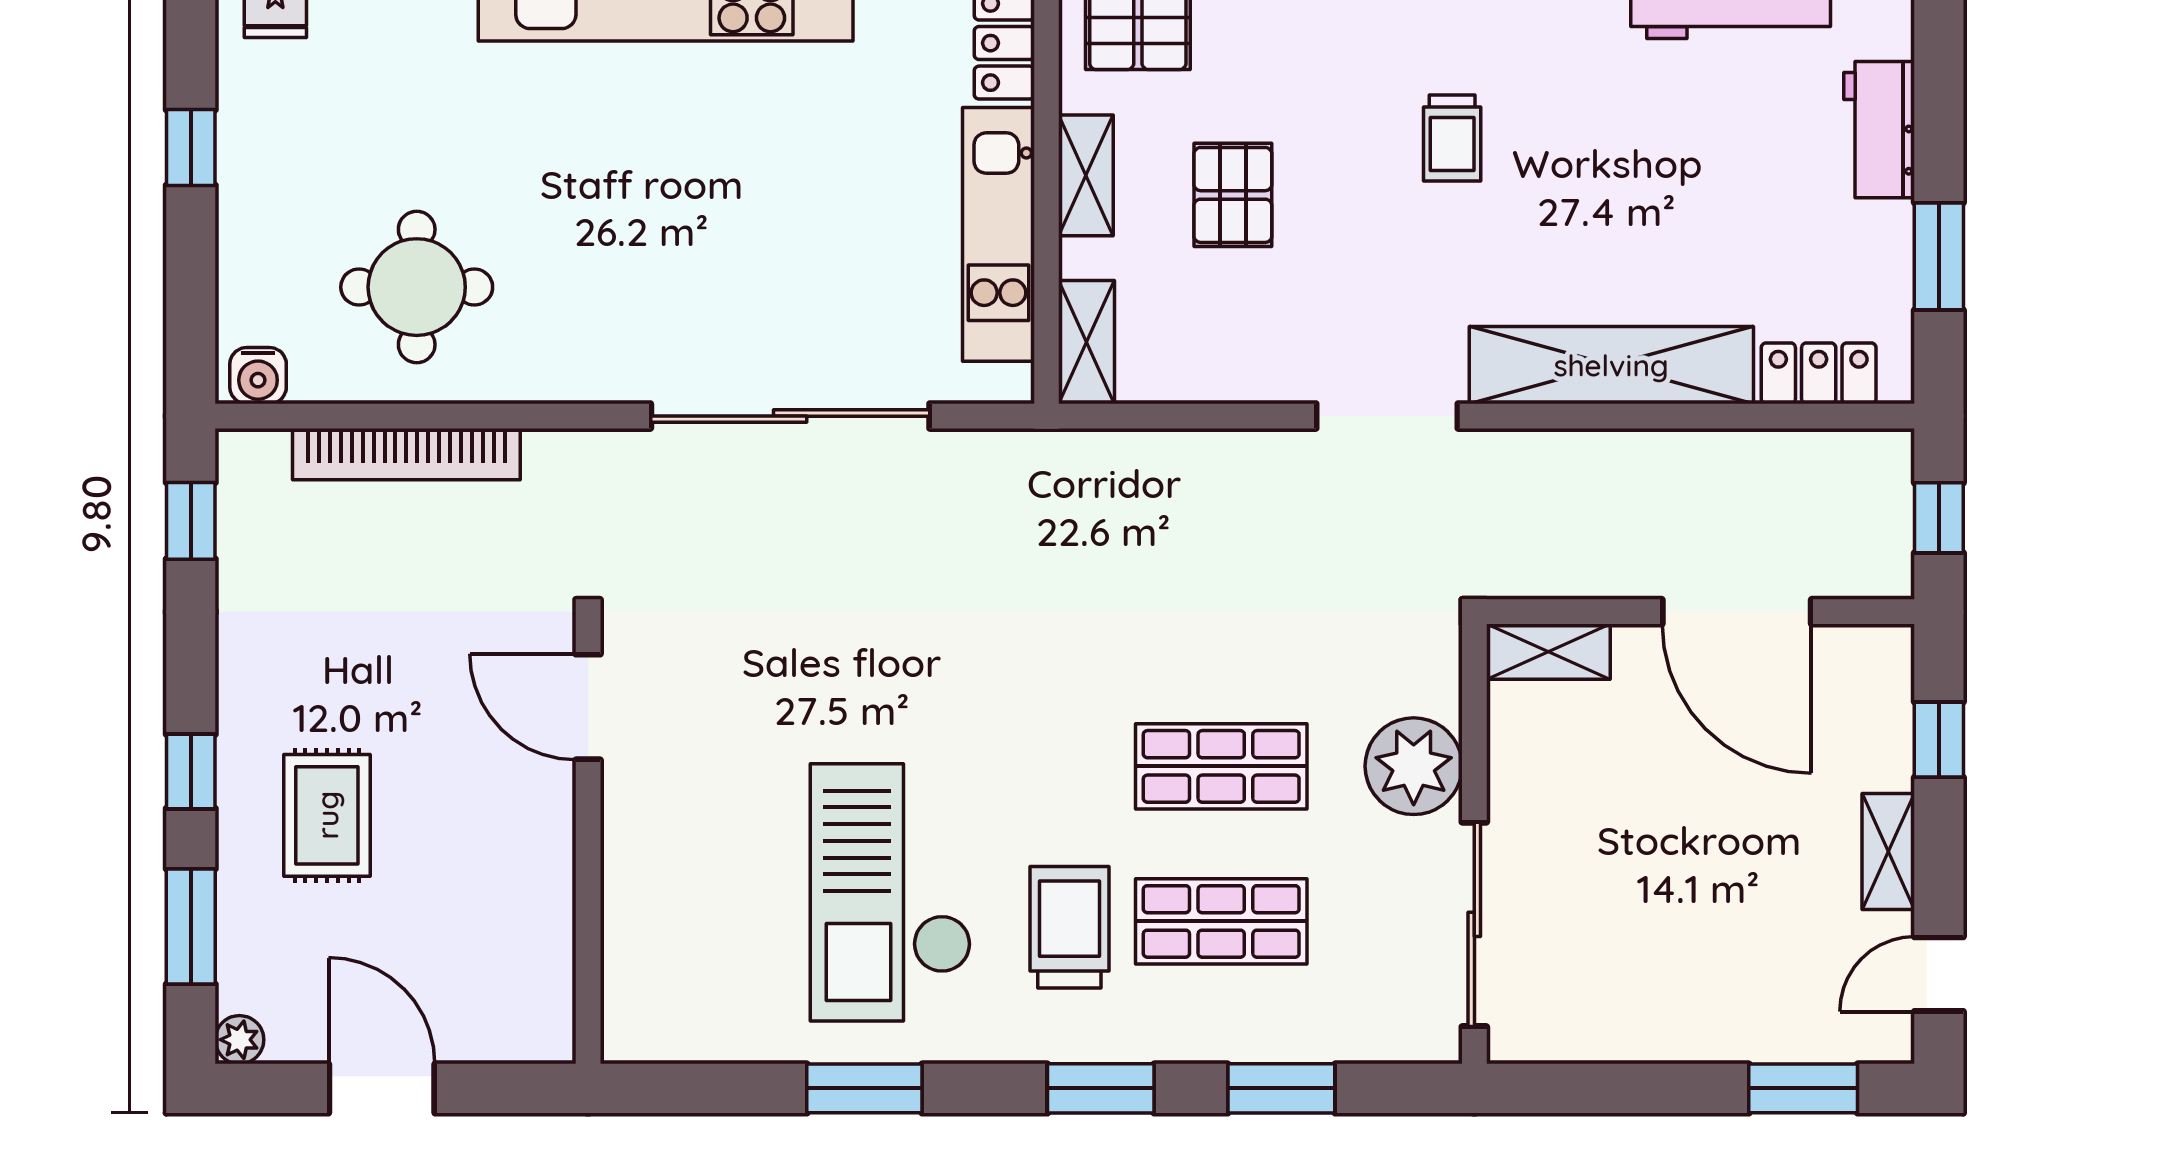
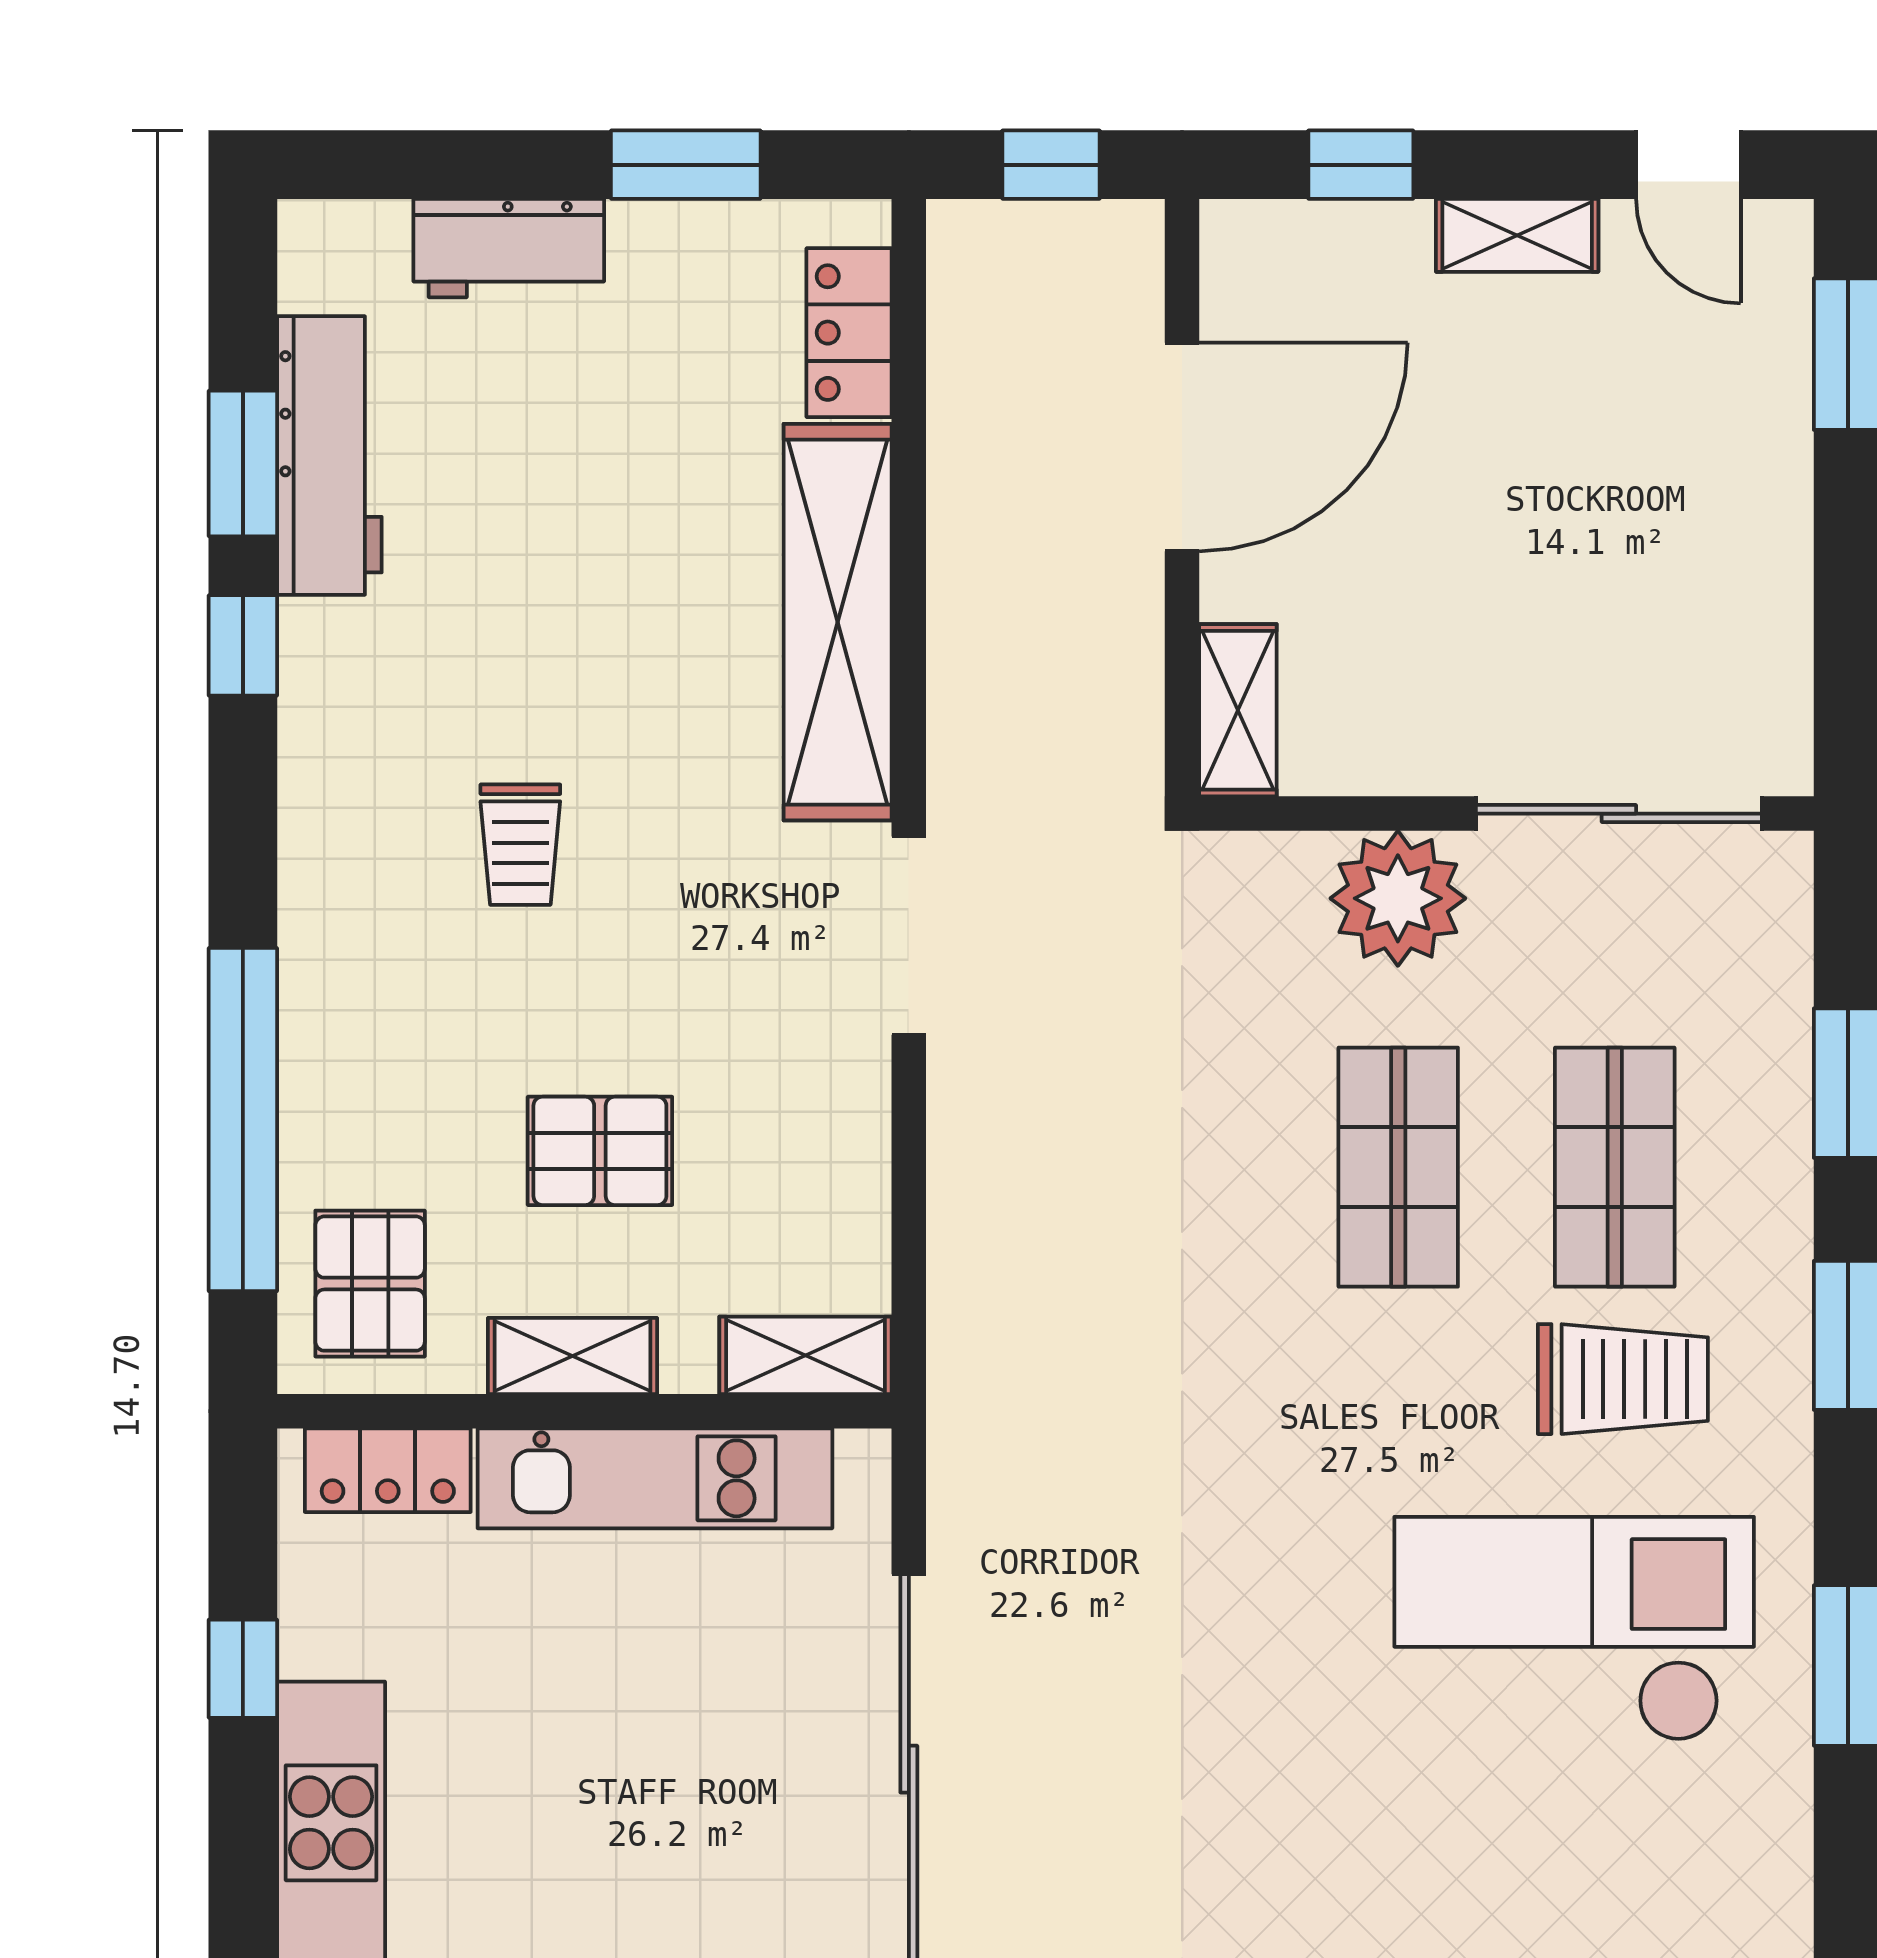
trolley: (1452, 138) -> (520, 845), turned 90
checkout: (891, 892) -> (1574, 1629), turned 180
trolley: (1069, 927) -> (1623, 1379), turned 180

